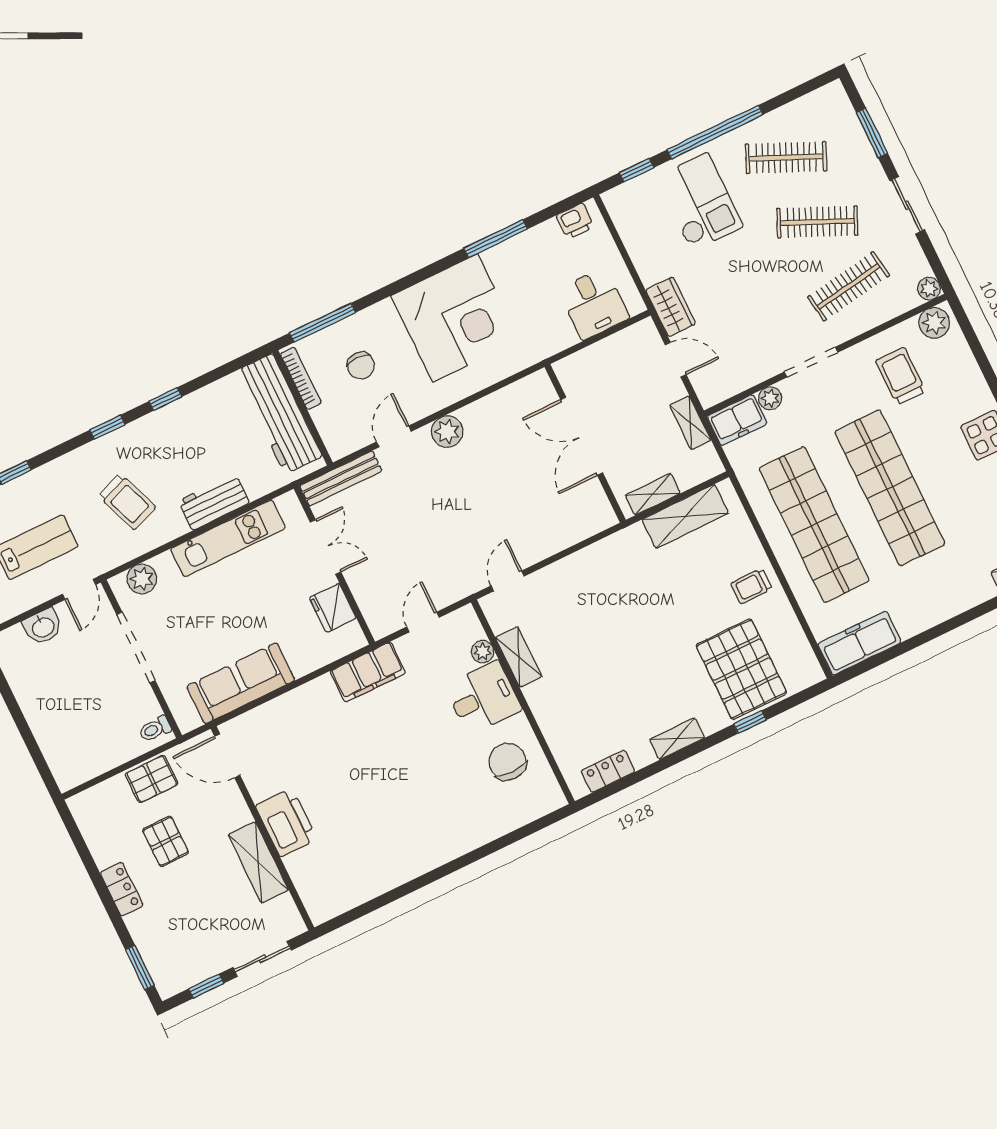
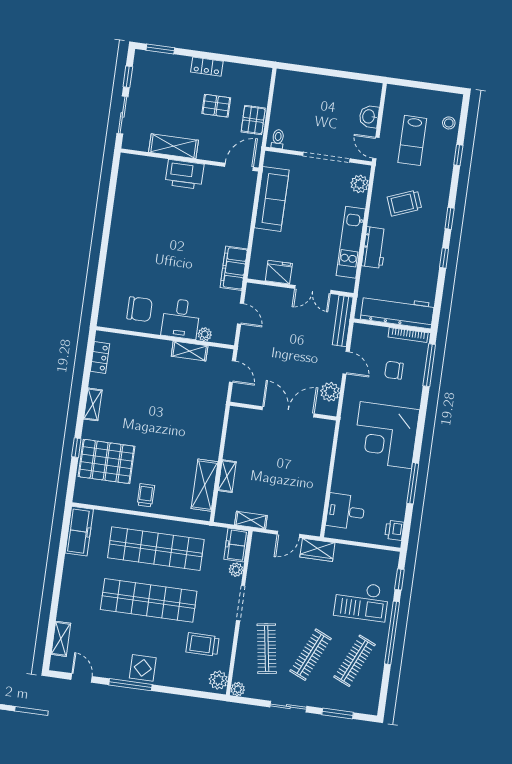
trolley: (901, 376) -> (203, 644), turned 180
double door: (582, 436) -> (288, 412), moved
wall: (585, 443) -> (283, 411), moved

